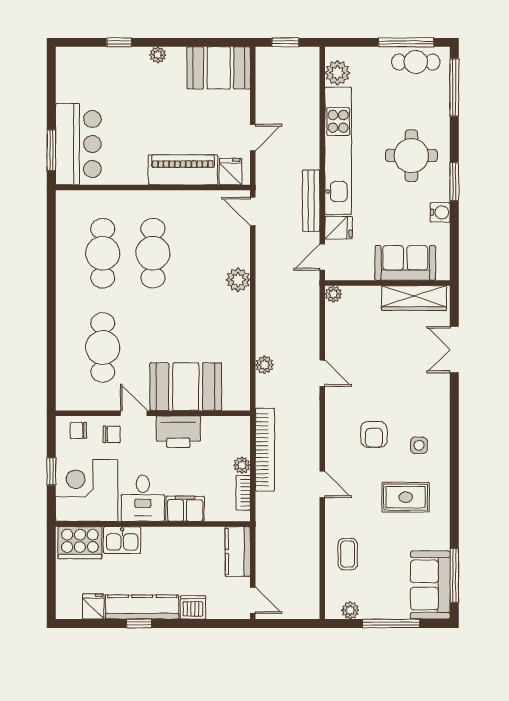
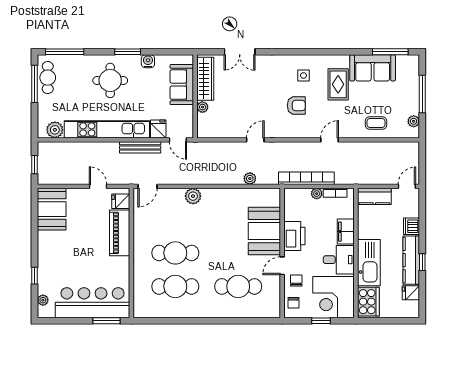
plant: (158, 55) -> (43, 300), moved
bar counter: (78, 144) -> (92, 303), width x1.36
plant: (333, 294) -> (202, 107), moved
kitchen sink: (122, 540) -> (369, 263), width x1.88, depth x1.24
sofa: (430, 585) -> (373, 68), moved

